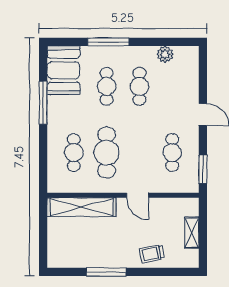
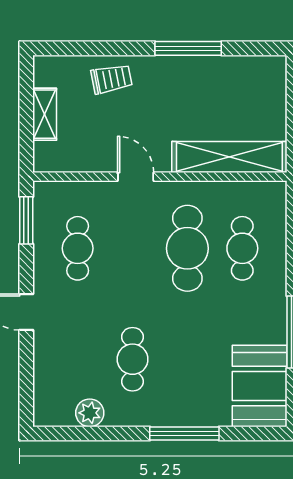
cafe table: (107, 86) -> (187, 359), removed

